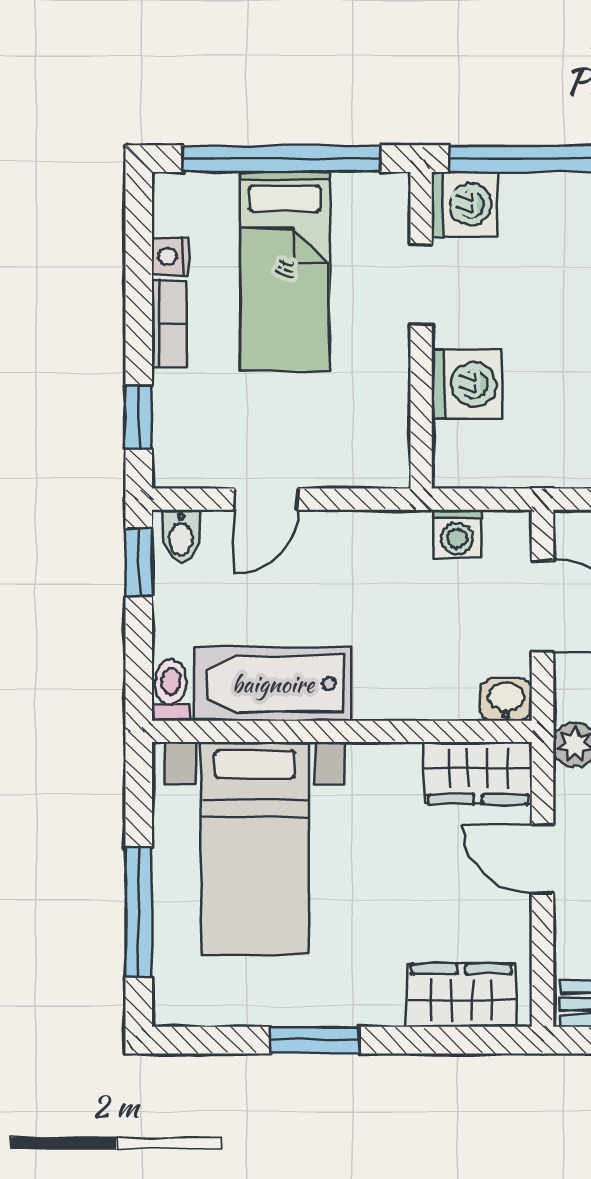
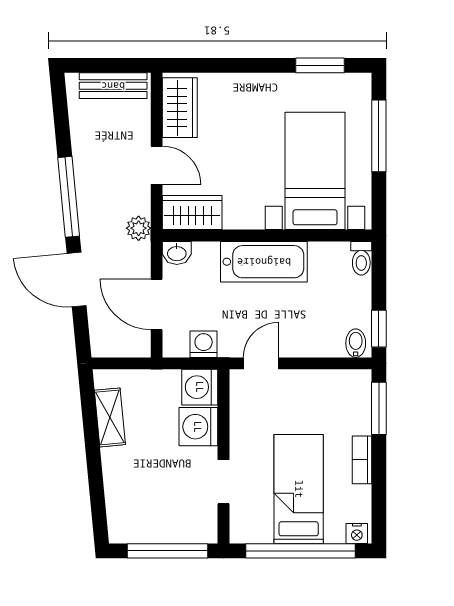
washing machine: (464, 204) -> (200, 387), moved
nightstand: (170, 256) -> (357, 534), moved, turned 90
window: (139, 417) -> (379, 408), width x1.50
door: (266, 499) -> (261, 363), moved
bathtub: (273, 684) -> (264, 262), moved
wardrobe: (461, 995) -> (180, 108), moved, turned -90
window: (315, 1040) -> (320, 65), moved

